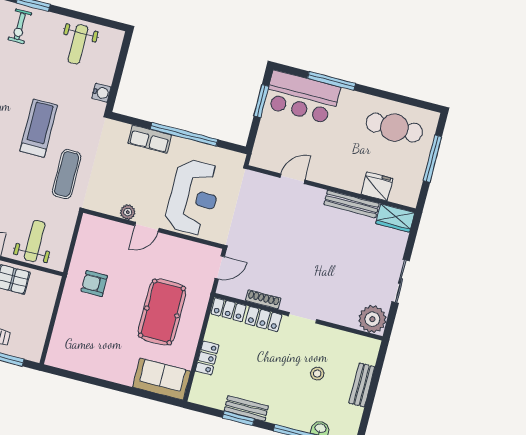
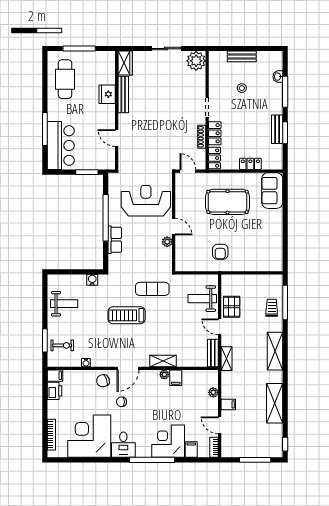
window: (261, 101) -> (87, 172), moved
fridge: (377, 186) -> (107, 94), moved

